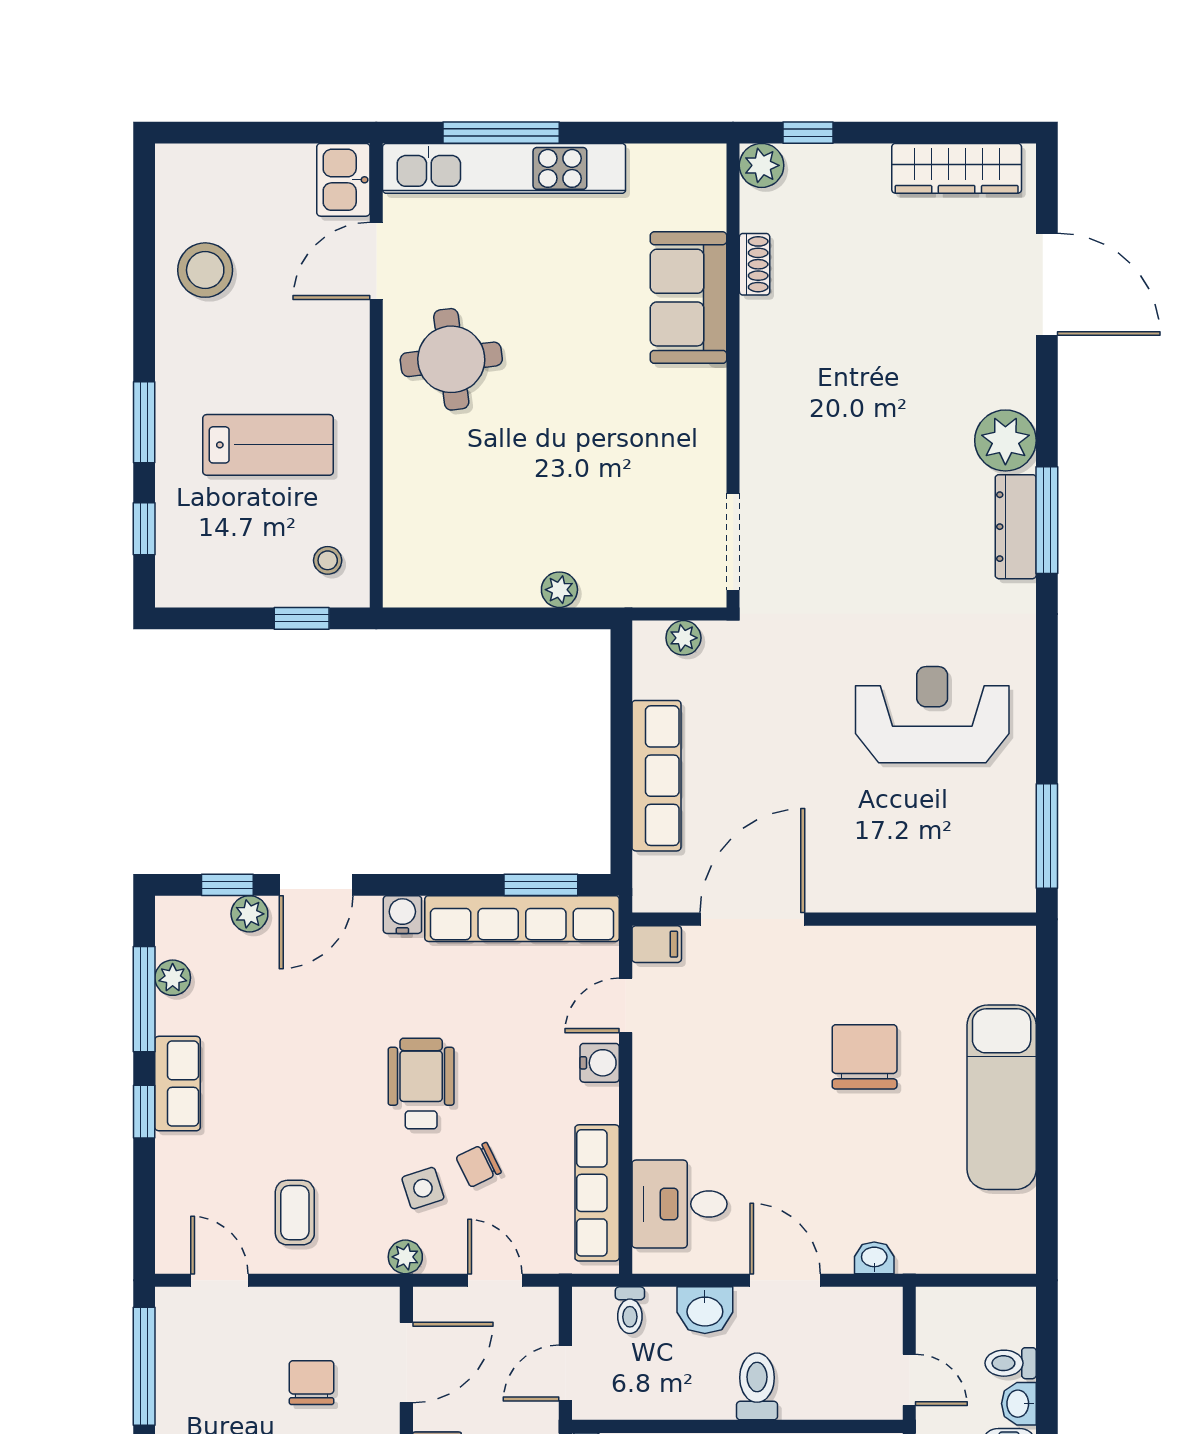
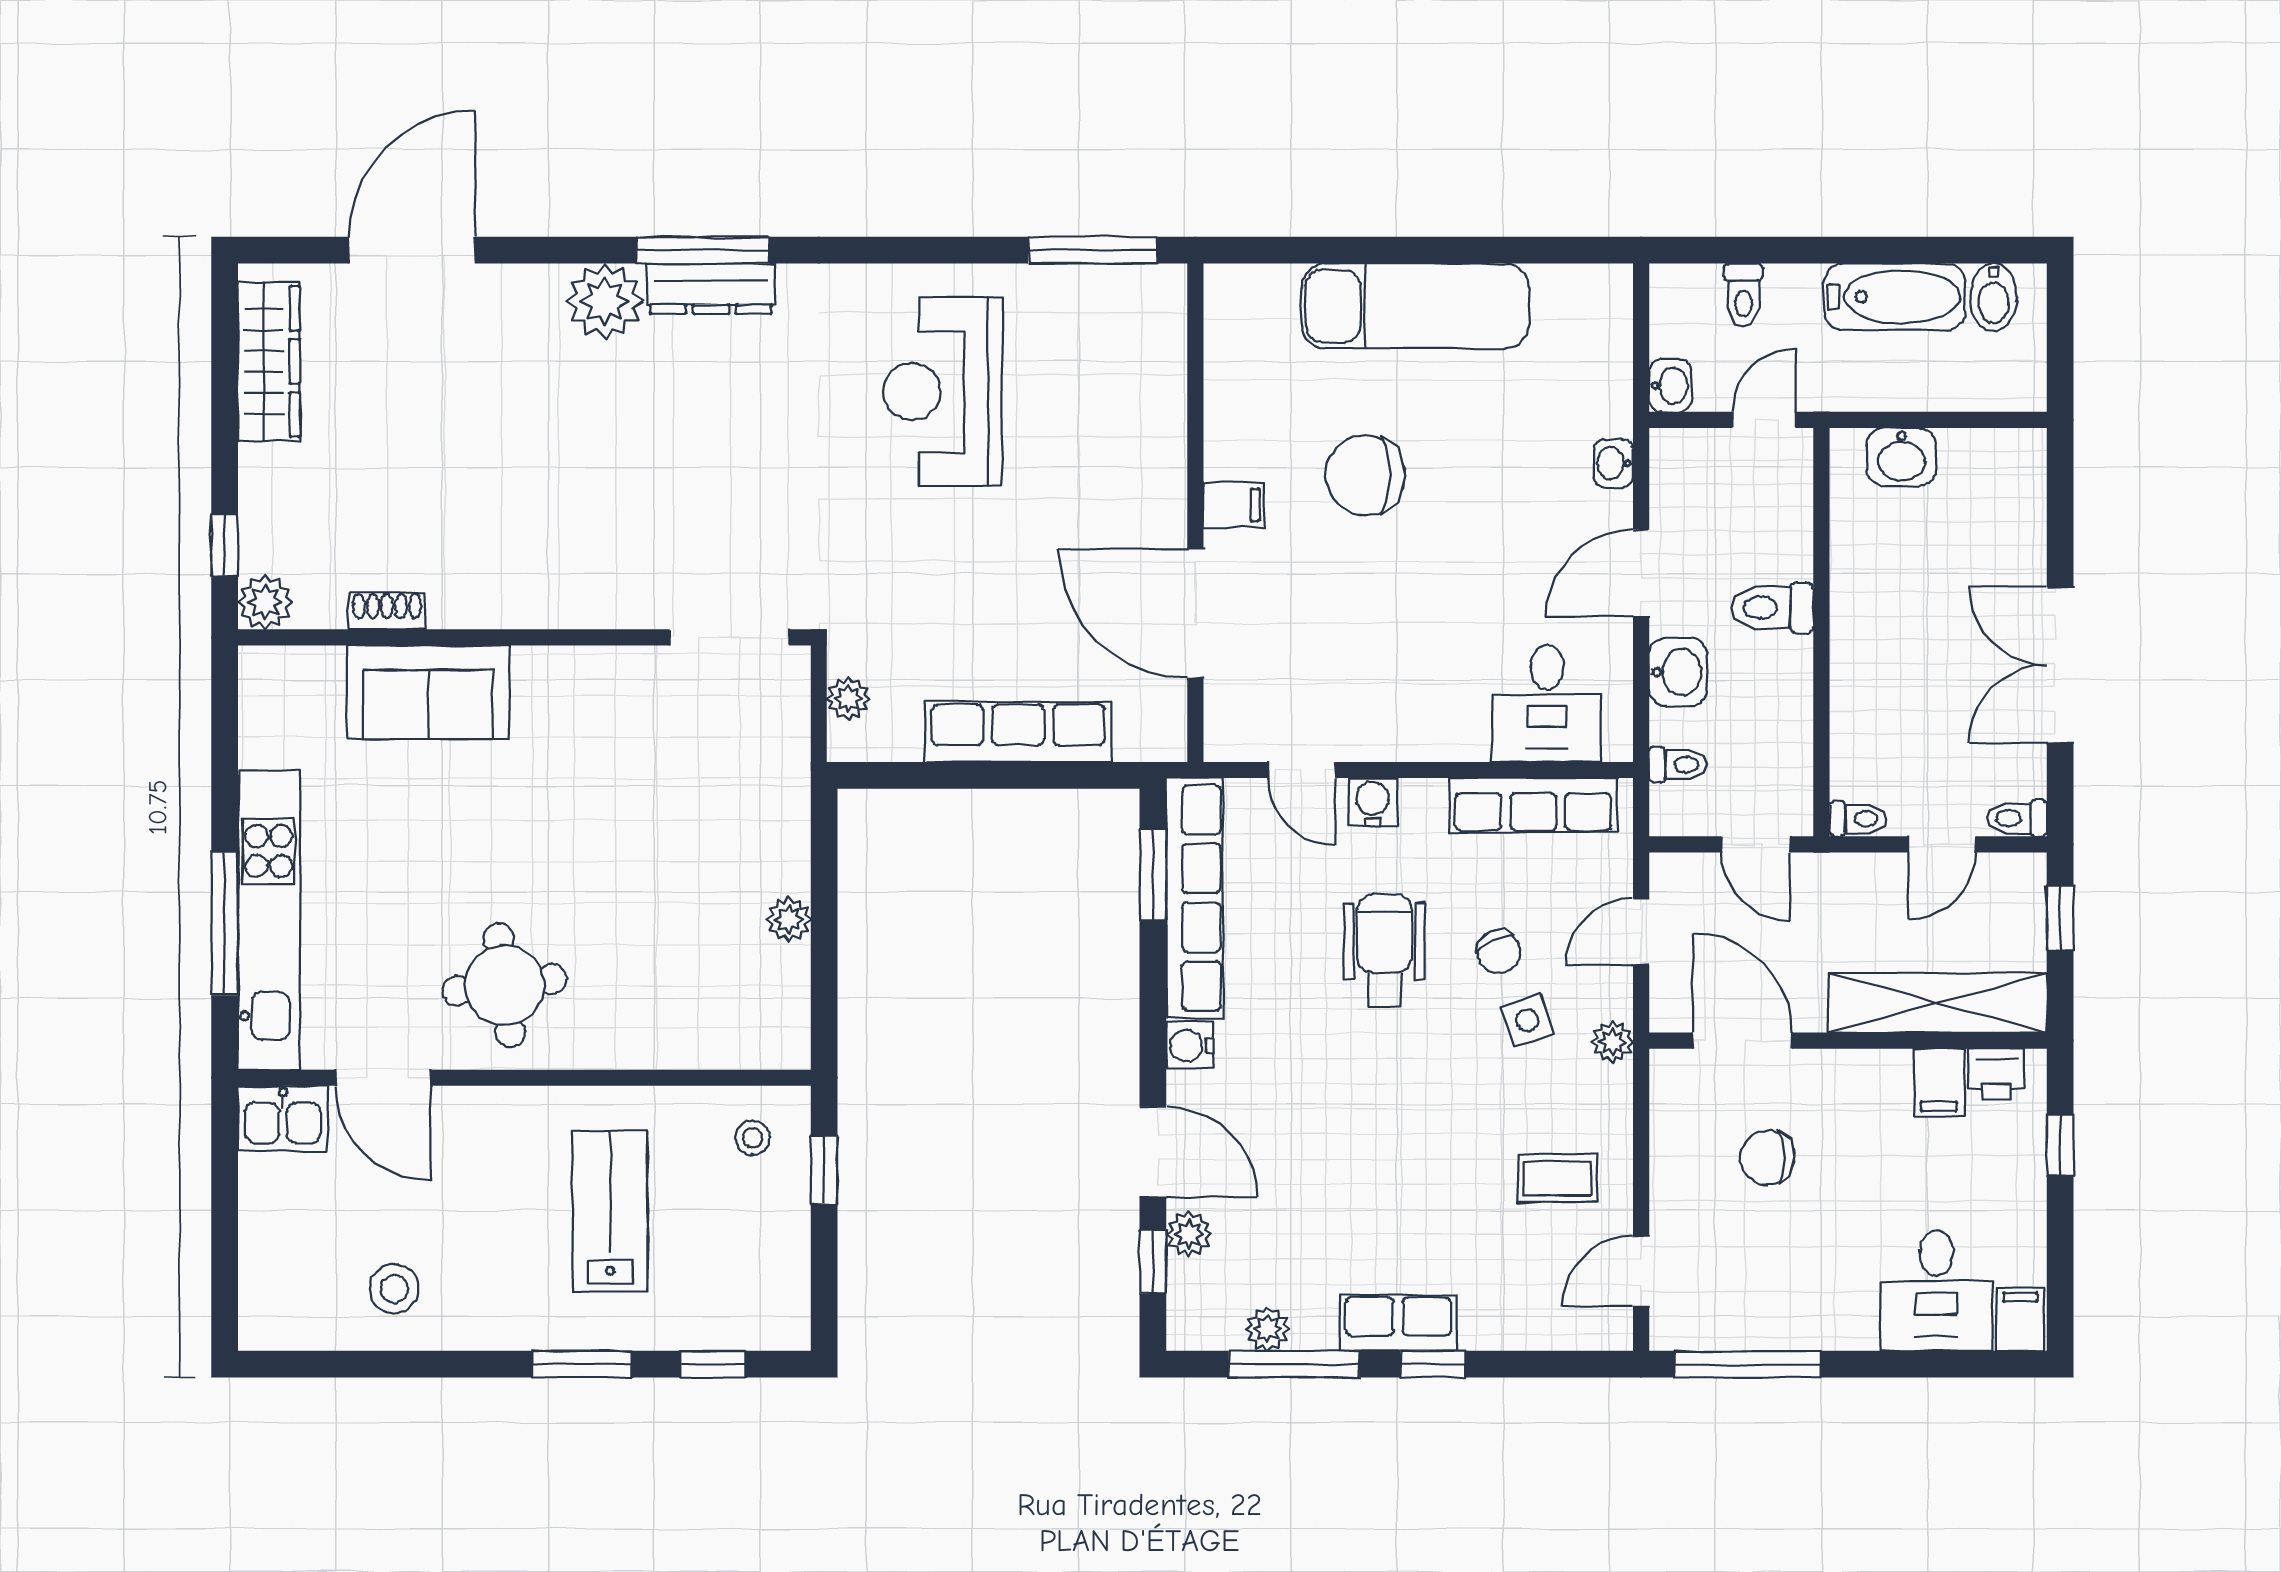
stool: (205, 270) -> (394, 1289), width x0.73, depth x0.73
plant: (559, 590) -> (789, 920), moved
filing cabinet: (657, 944) -> (1234, 505), moved, turned 90
wheelchair: (421, 1083) -> (1385, 950), moved, turned 90
washbasin: (1019, 1404) -> (1670, 386), moved, turned -90

